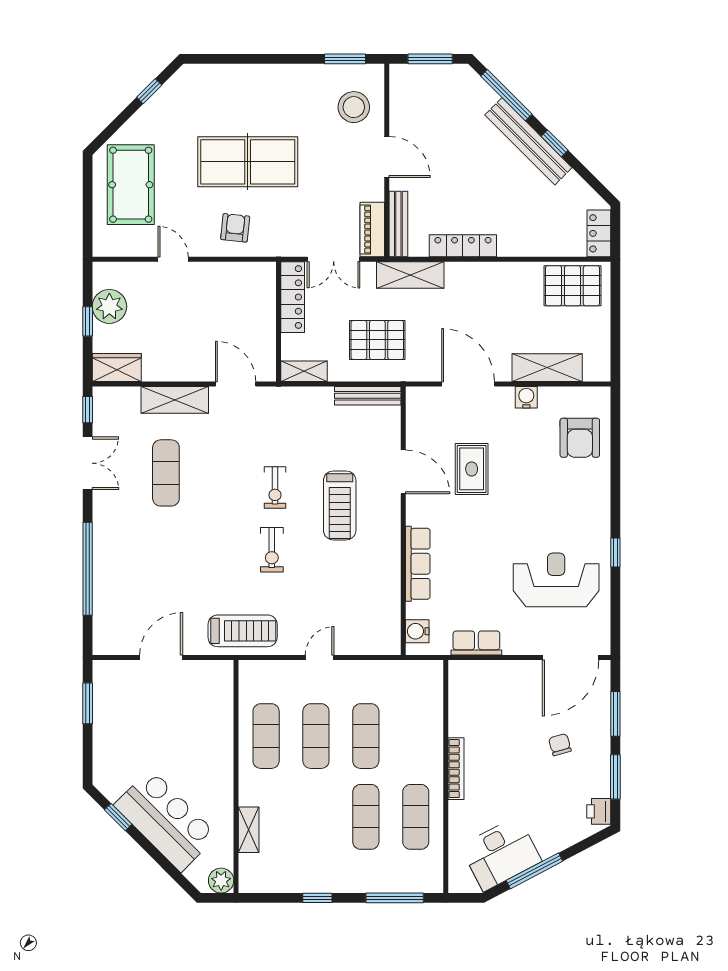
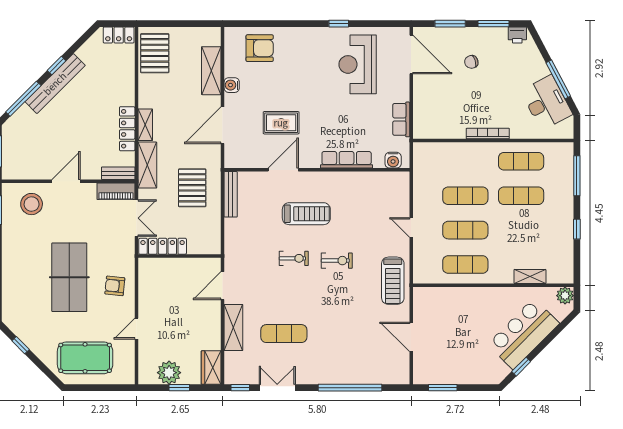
bench: (398, 224) -> (118, 173), width x0.73
shelving: (304, 371) -> (145, 125), moved
treadmill: (243, 631) -> (393, 281), turned 180

